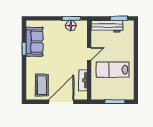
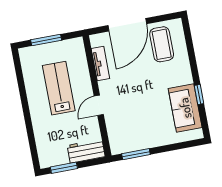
floor lamp: (71, 26) -> (135, 143), removed
workbench: (107, 26) -> (86, 151), width x0.73
lab bench: (113, 70) -> (59, 88), turned -90

